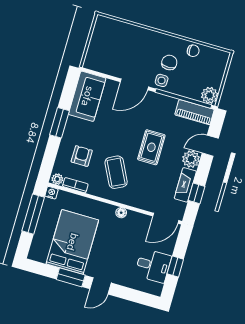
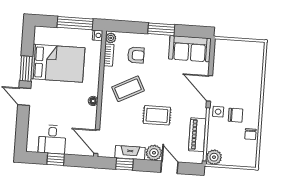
piano: (195, 112) -> (197, 135), moved

